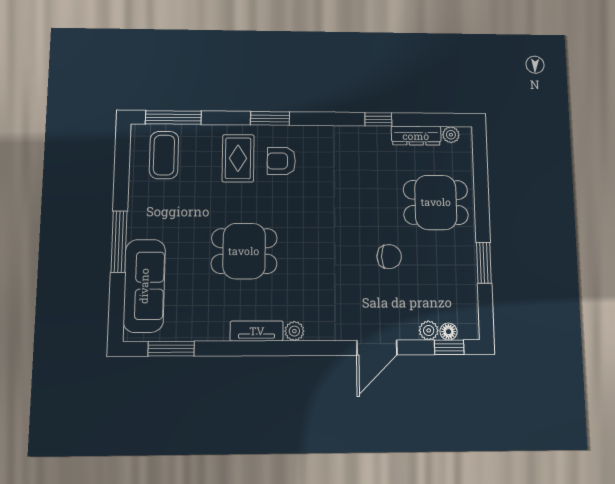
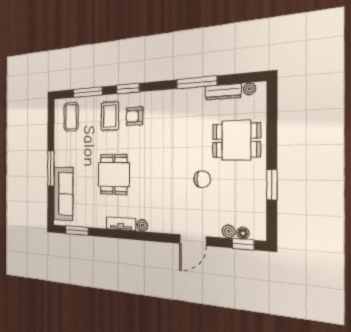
window: (173, 118) -> (88, 92), moved
window: (378, 119) -> (197, 82), width x2.17
dining table: (244, 251) -> (114, 174), turned 90

